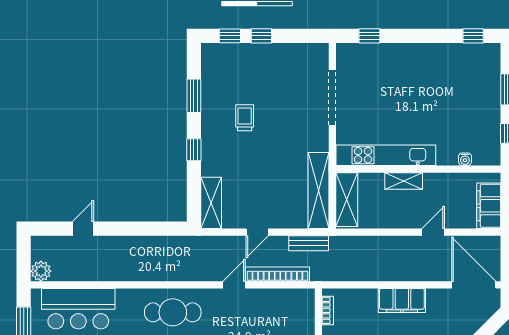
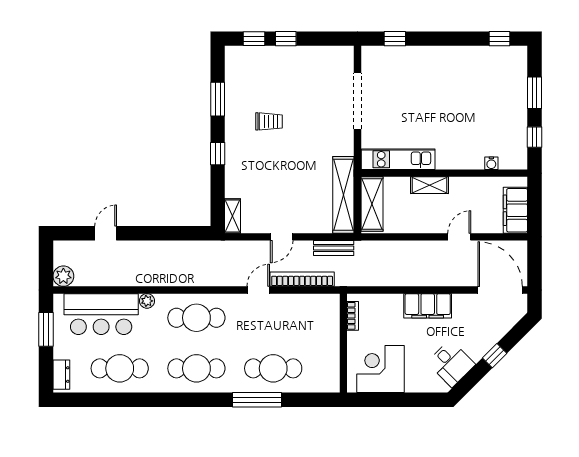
trolley: (245, 118) -> (269, 121), turned 90
kitchen unit: (386, 155) -> (398, 159), width x0.73
shelving: (211, 203) -> (233, 216), width x0.67, depth x0.75
plant: (124, 296) -> (147, 301), added

